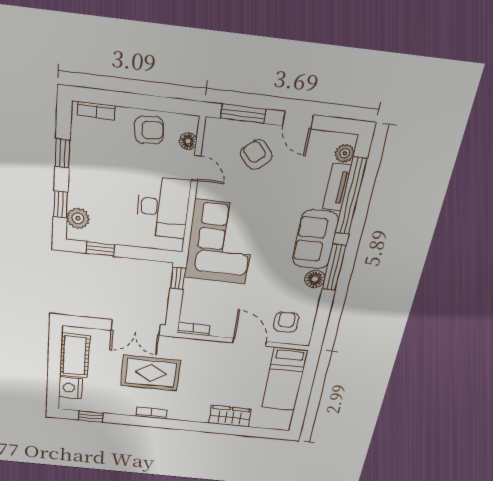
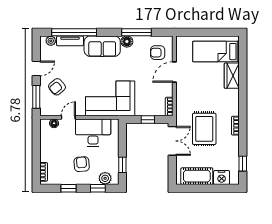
armchair: (149, 130) -> (82, 164), moved
window: (334, 267) -> (136, 32), moved
window: (178, 278) -> (148, 120), moved
bed: (284, 379) -> (216, 52), moved, turned 180

